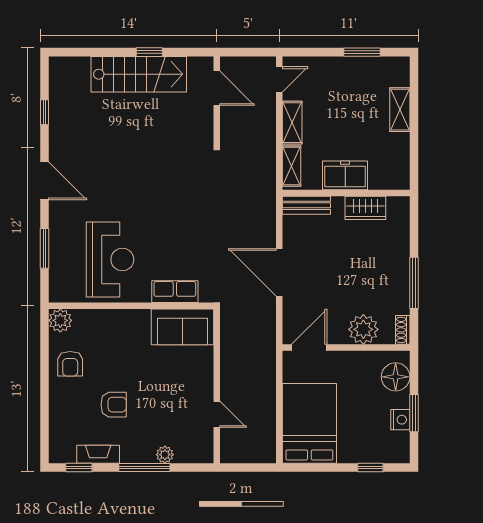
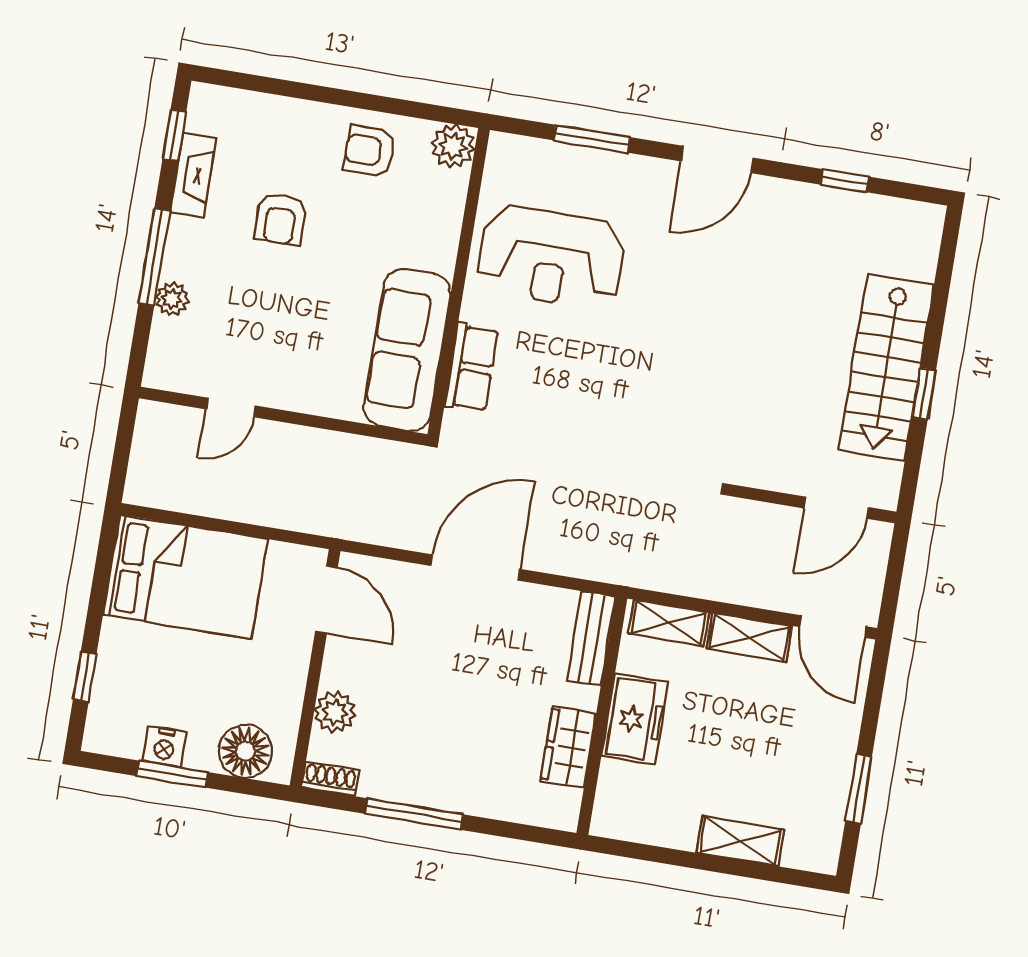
door: (279, 79) -> (833, 627), width x1.38
sofa: (182, 327) -> (407, 350), width x1.36
plant: (363, 329) -> (335, 712), width x0.73, depth x0.73

